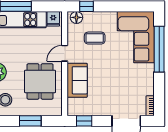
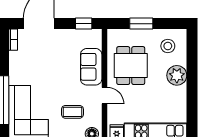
door: (65, 53) -> (104, 96), hinge flipped

